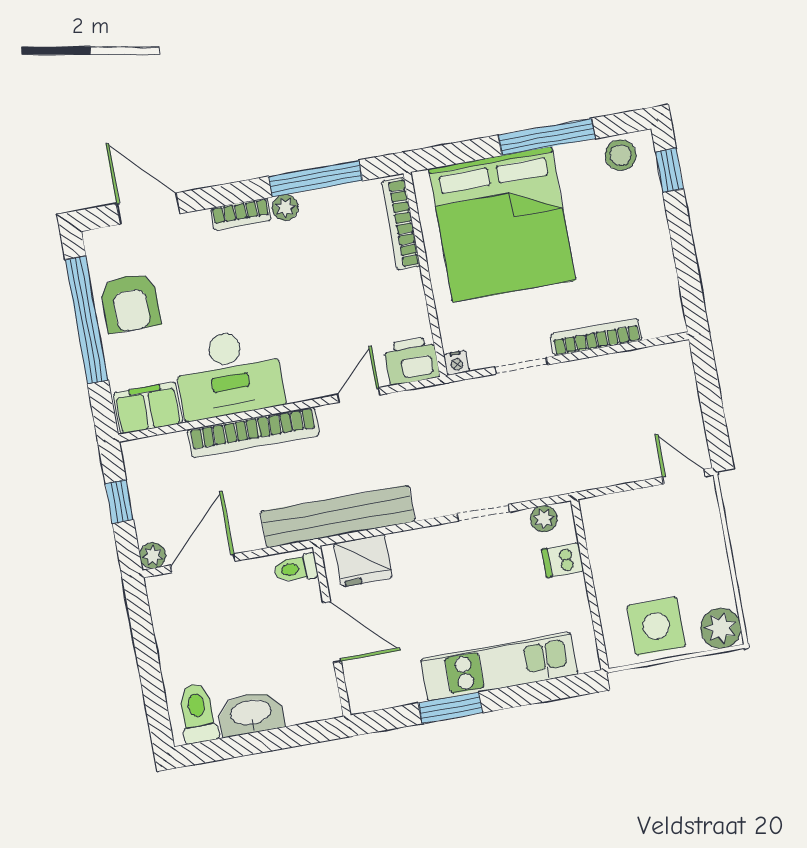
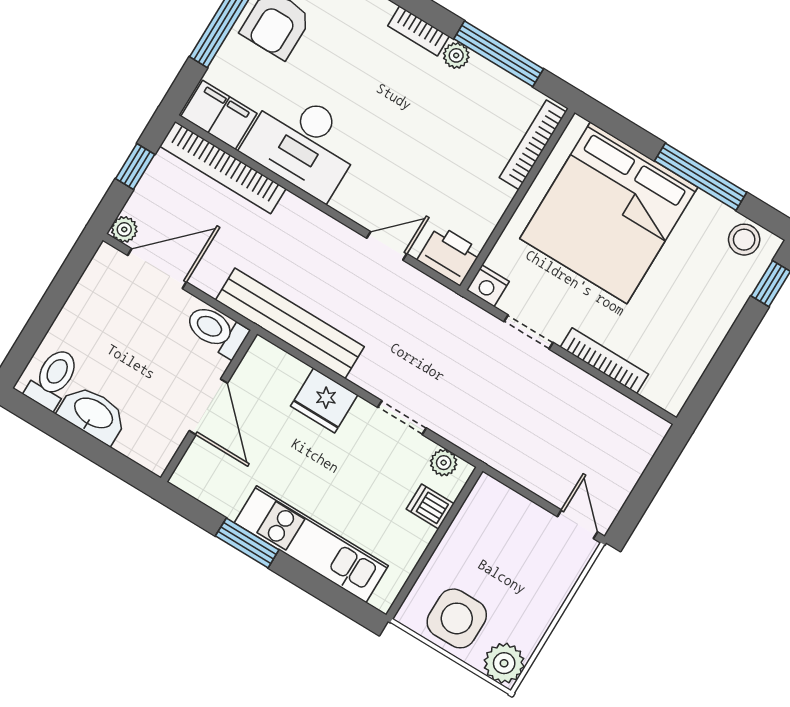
nightstand: (456, 363) -> (488, 286), width x1.39, depth x1.35
bookcase: (253, 432) -> (223, 168), moved
fridge: (363, 560) -> (324, 401), moved
toilet: (296, 569) -> (216, 330), width x1.37, depth x1.39

